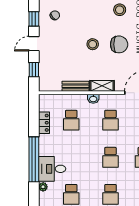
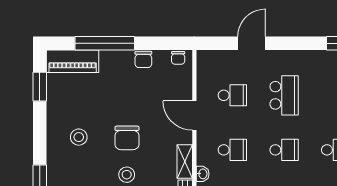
chair: (119, 44) -> (127, 138), turned 180

